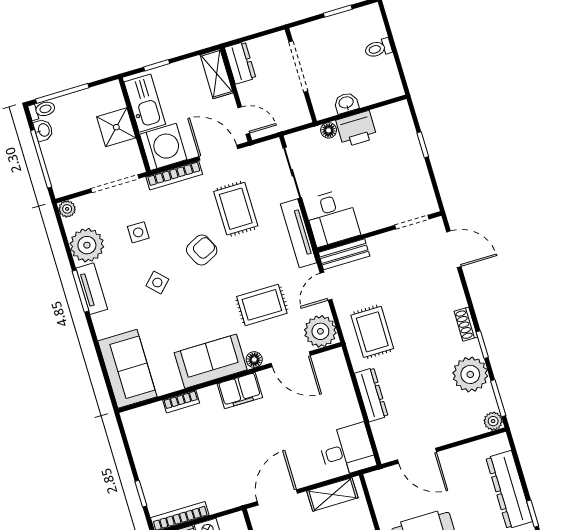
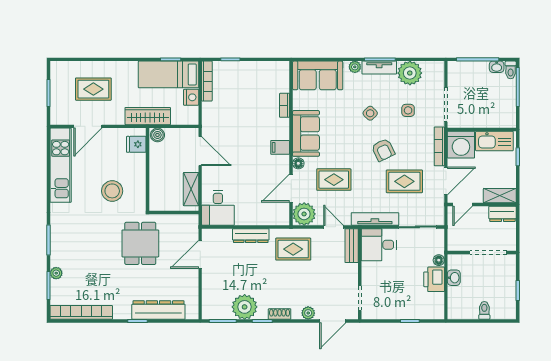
shower: (116, 127) -> (484, 117), removed
plant: (67, 209) -> (355, 67), moved
rug: (262, 305) -> (334, 180), turned 90
filing cabinet: (240, 391) -> (280, 147), width x0.50
plant: (493, 421) -> (308, 313), moved

